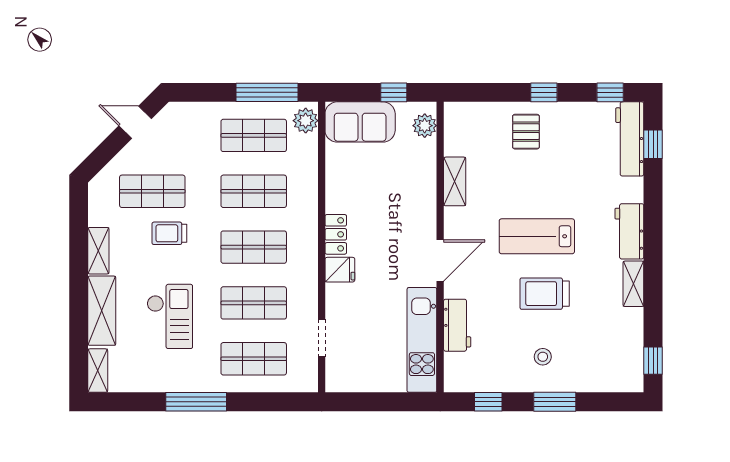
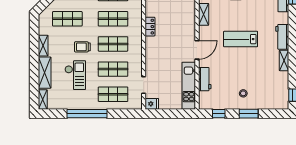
trolley: (169, 233) -> (82, 47), moved
locker: (336, 234) -> (150, 27), moved
fridge: (340, 270) -> (152, 104), moved
trolley: (545, 294) -> (244, 65), removed
window: (196, 402) -> (87, 114), width x1.46

